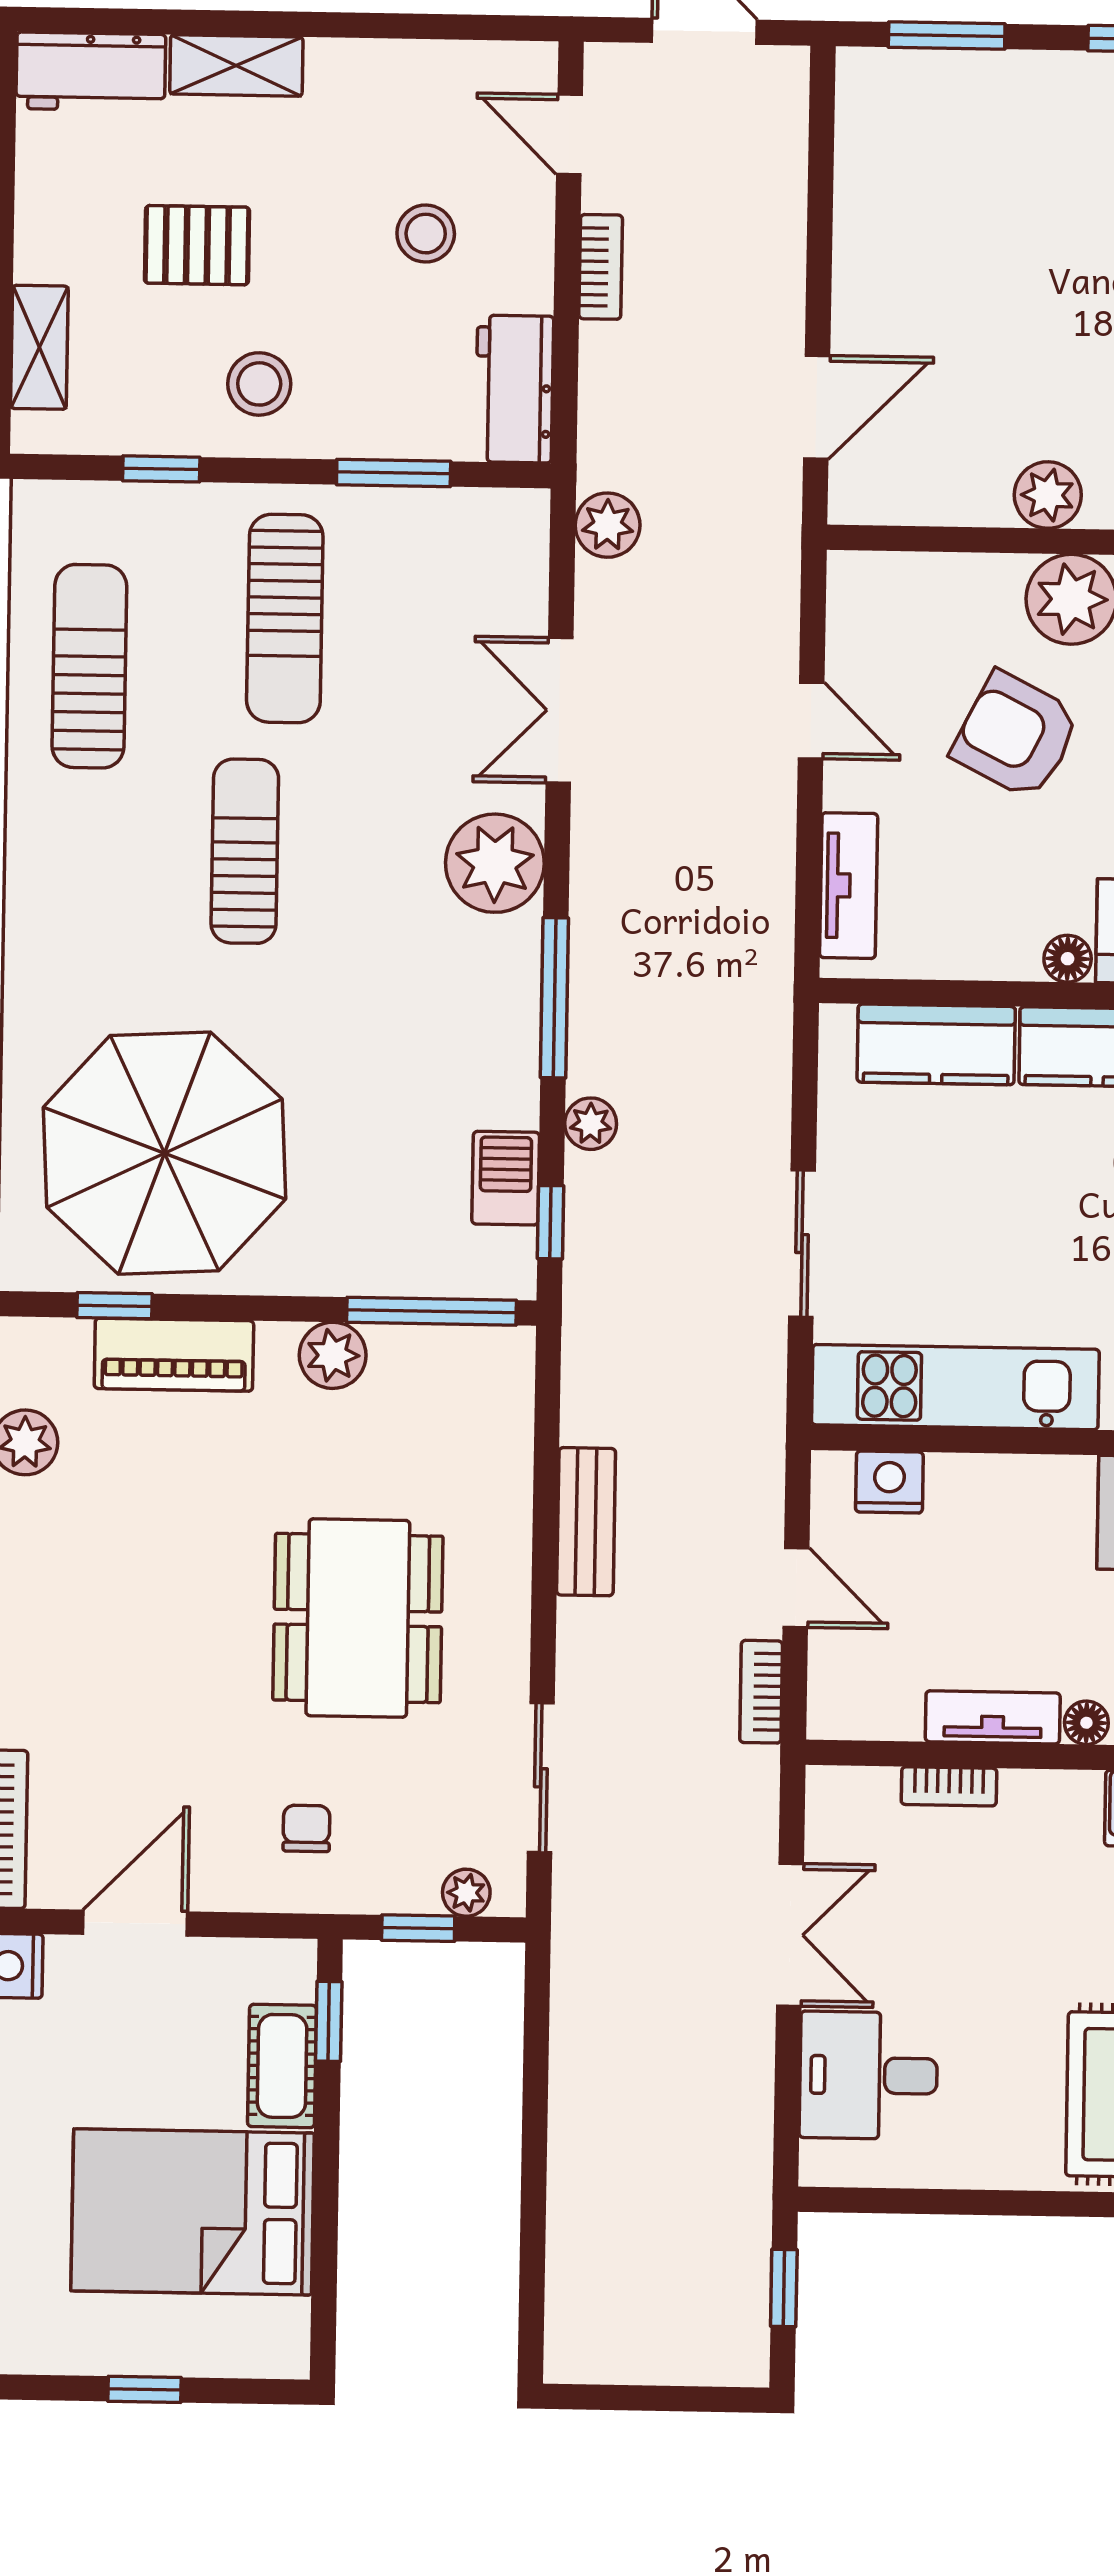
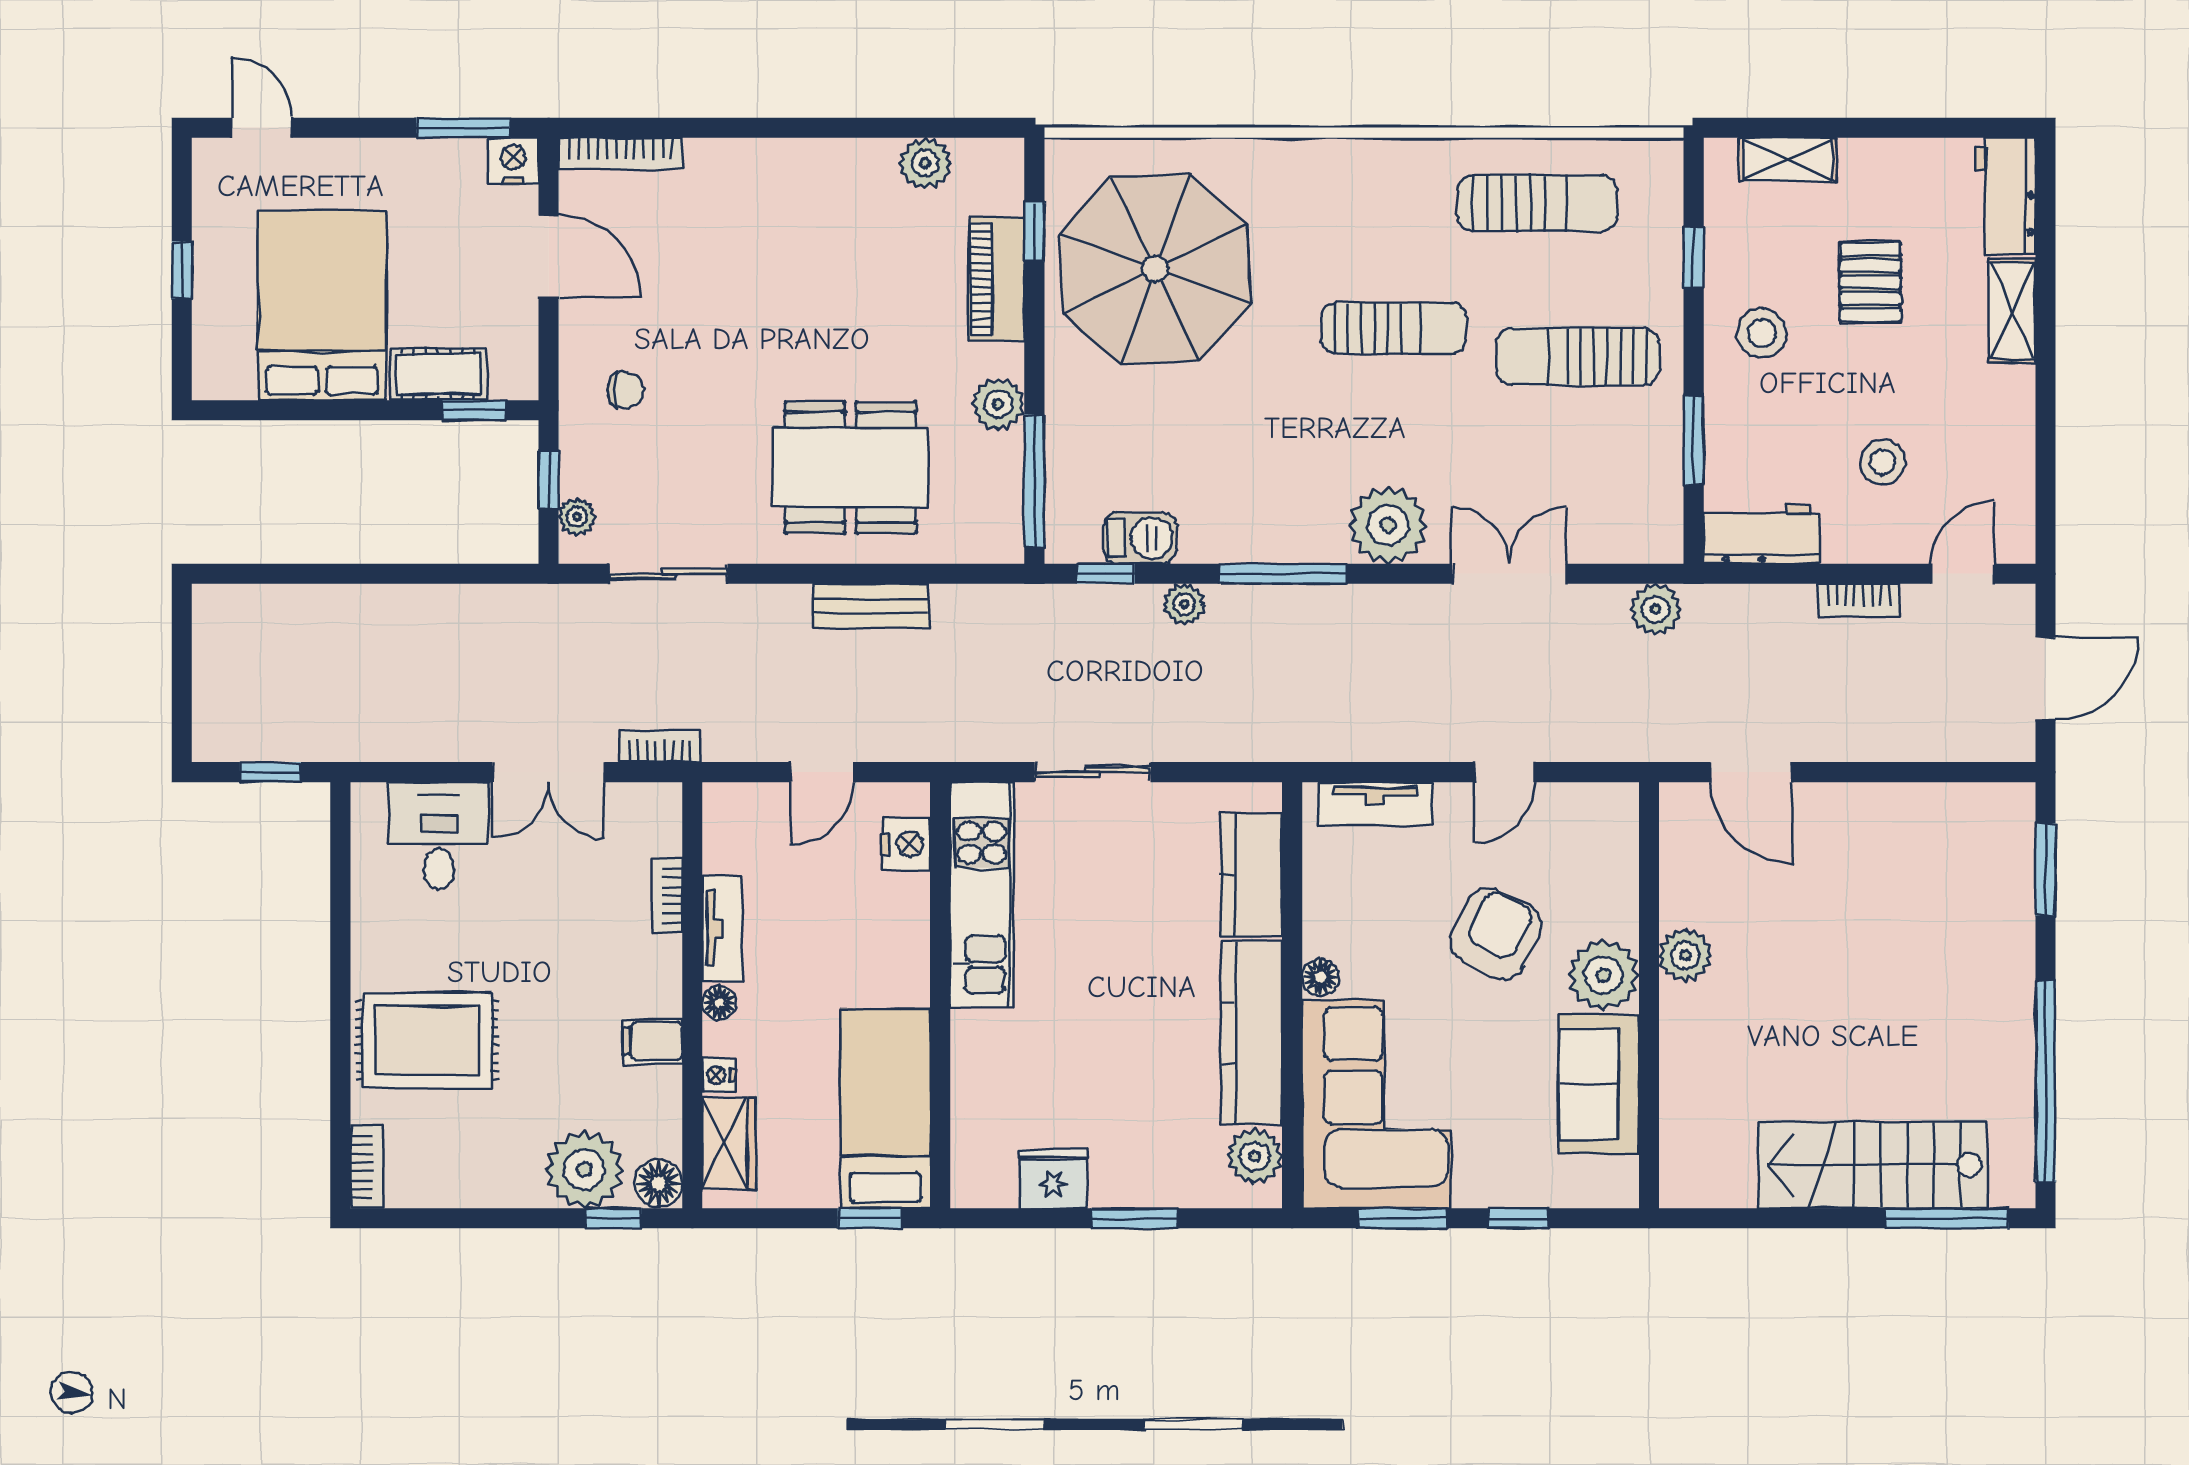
dining table: (358, 1618) -> (851, 467), moved
bookcase: (761, 1692) -> (660, 746), moved

